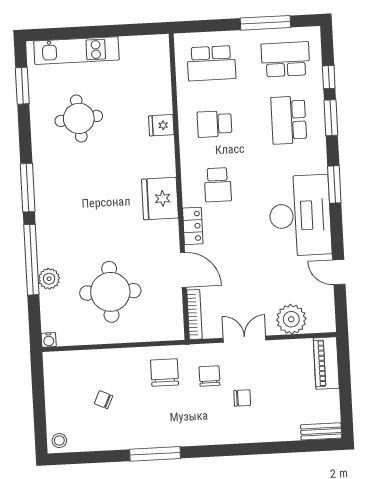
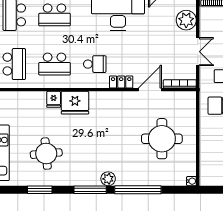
window: (22, 86) -> (40, 190), moved
school desk: (215, 124) -> (55, 64), width x1.85
fridge: (160, 199) -> (75, 103), moved
plant: (49, 279) -> (108, 179), moved
double door: (245, 339) -> (198, 52), swing flipped

